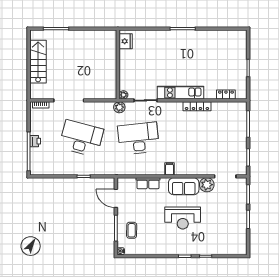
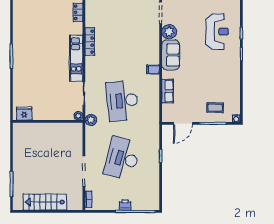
reception desk: (183, 218) -> (217, 32), moved

